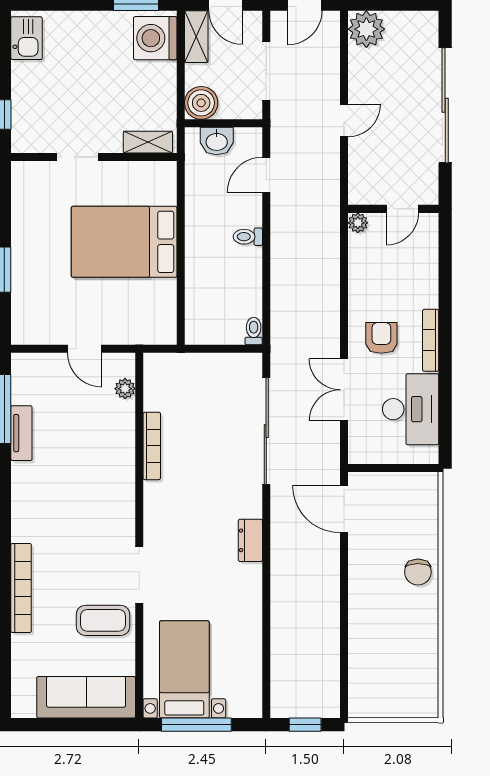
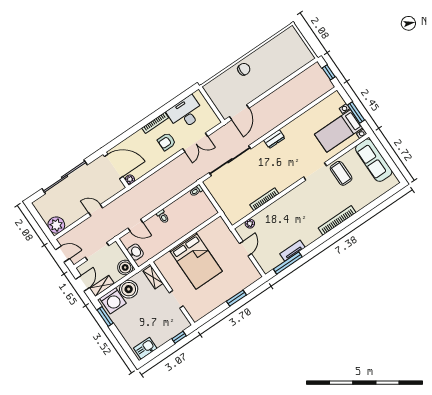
boiler: (157, 82) -> (129, 289), added
door: (402, 209) -> (114, 166), width x1.87
bookcase: (21, 588) -> (337, 220), moved
window: (196, 725) -> (356, 113), width x0.69

